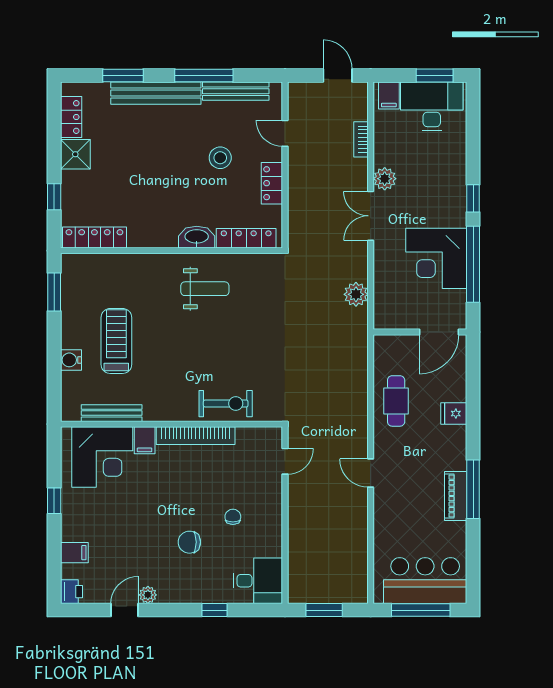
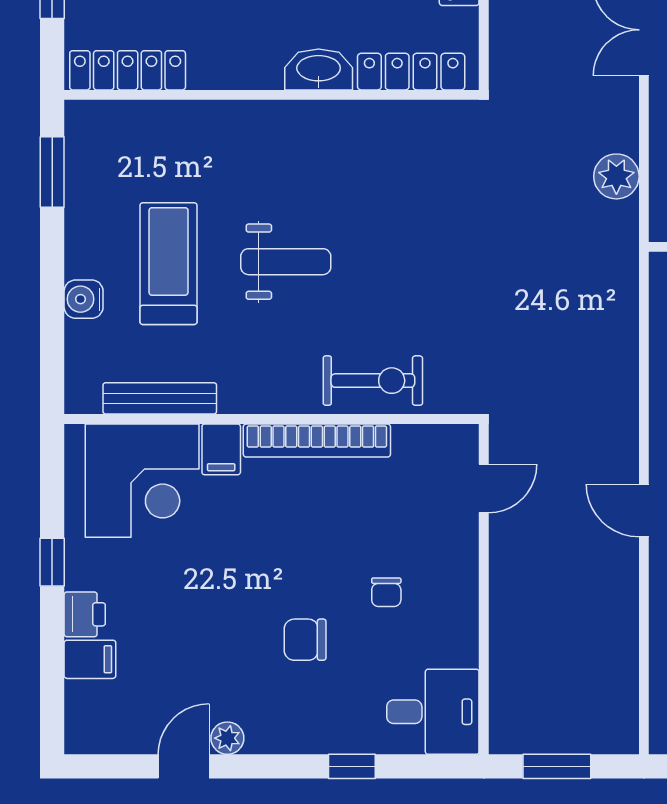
weight bench: (205, 289) -> (286, 262), moved
chair: (233, 517) -> (386, 592), turned 180
printer: (71, 592) -> (85, 614), moved

